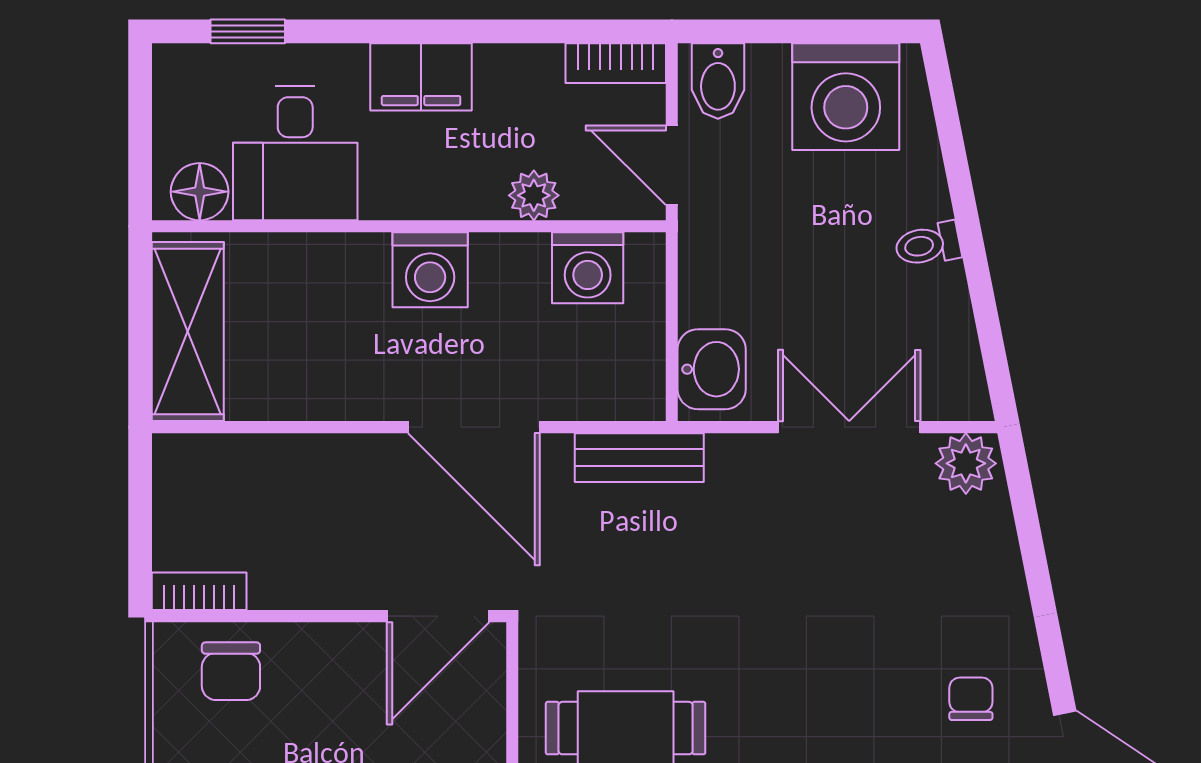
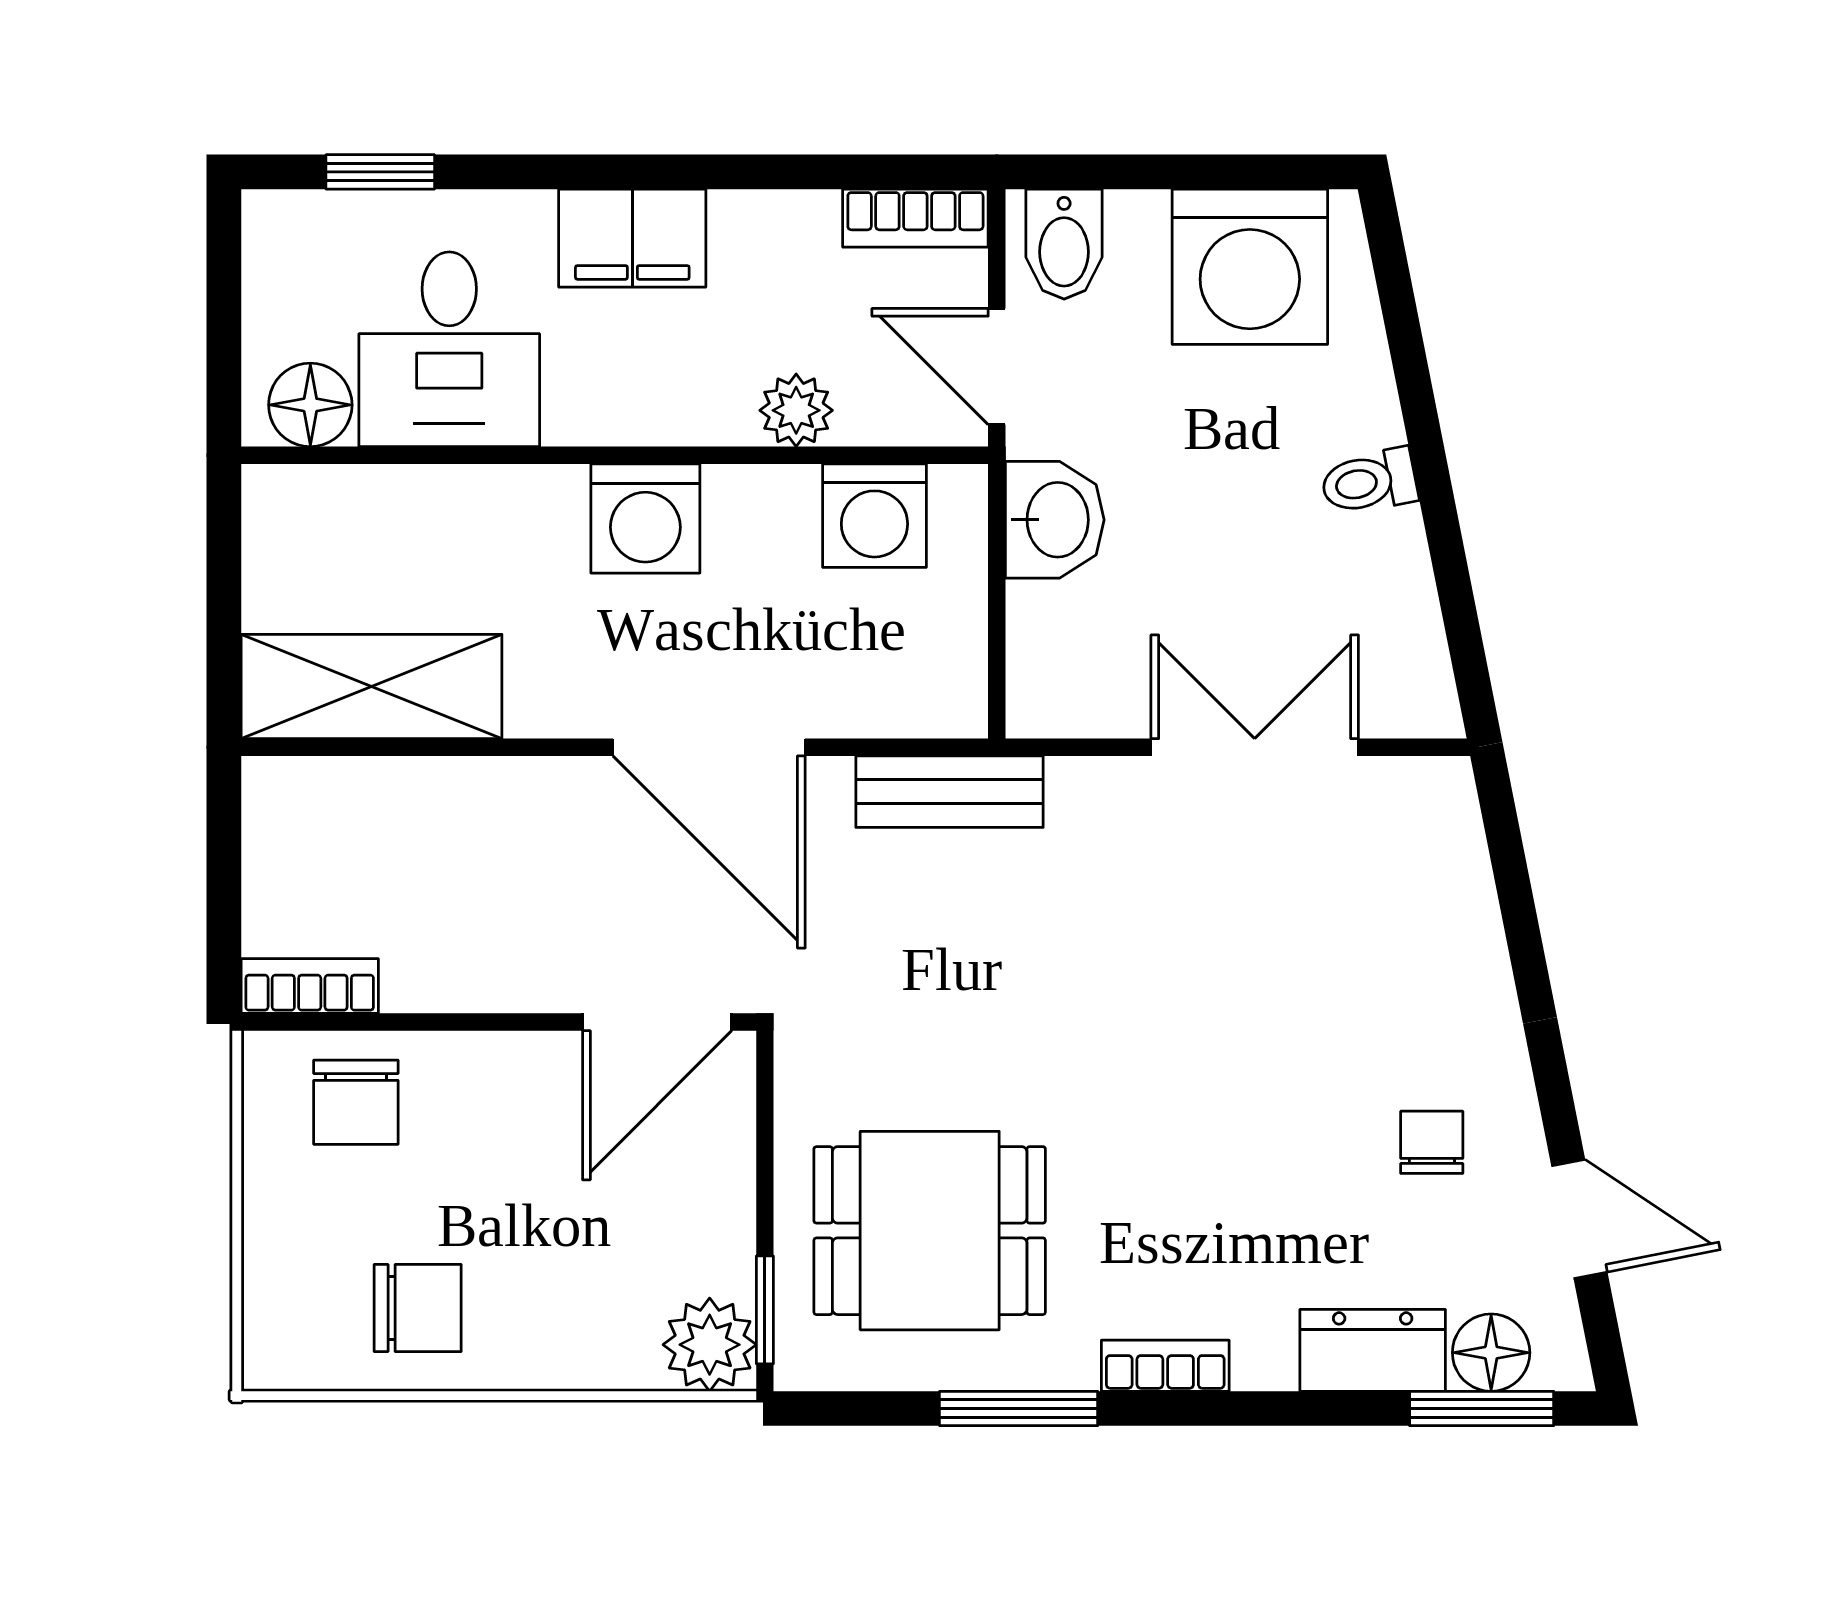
shelving: (188, 332) -> (371, 686), moved, turned 90
washbasin: (712, 369) -> (1055, 520), moved
plant: (966, 463) -> (1424, 800), removed

